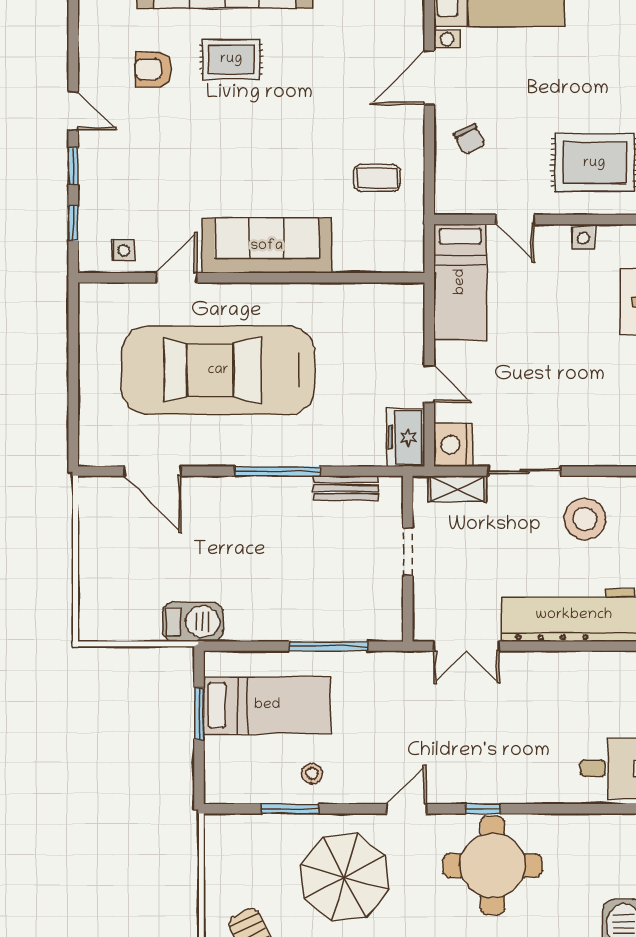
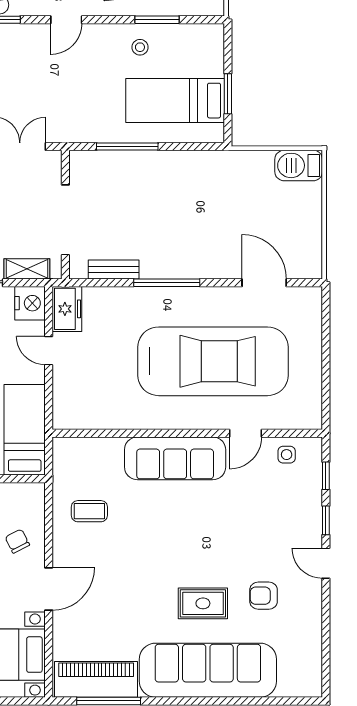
armchair: (153, 69) -> (264, 596), turned 180
doorway: (408, 552) -> (65, 220), width x1.88
barbecue: (193, 622) -> (299, 165), moved

